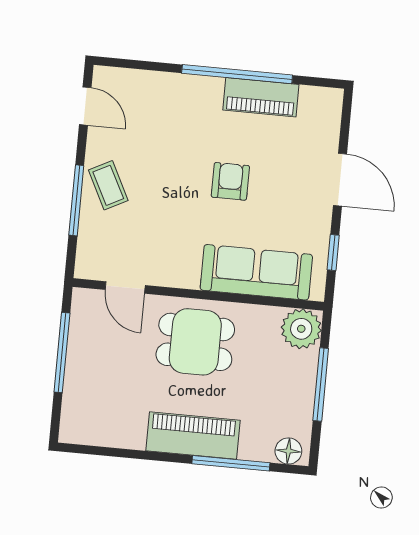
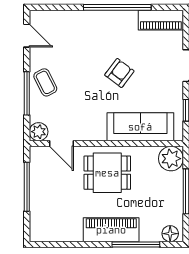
piano: (261, 97) -> (161, 20), moved
armchair: (230, 181) -> (119, 73), turned 37
plant: (90, 265) -> (39, 132), added

